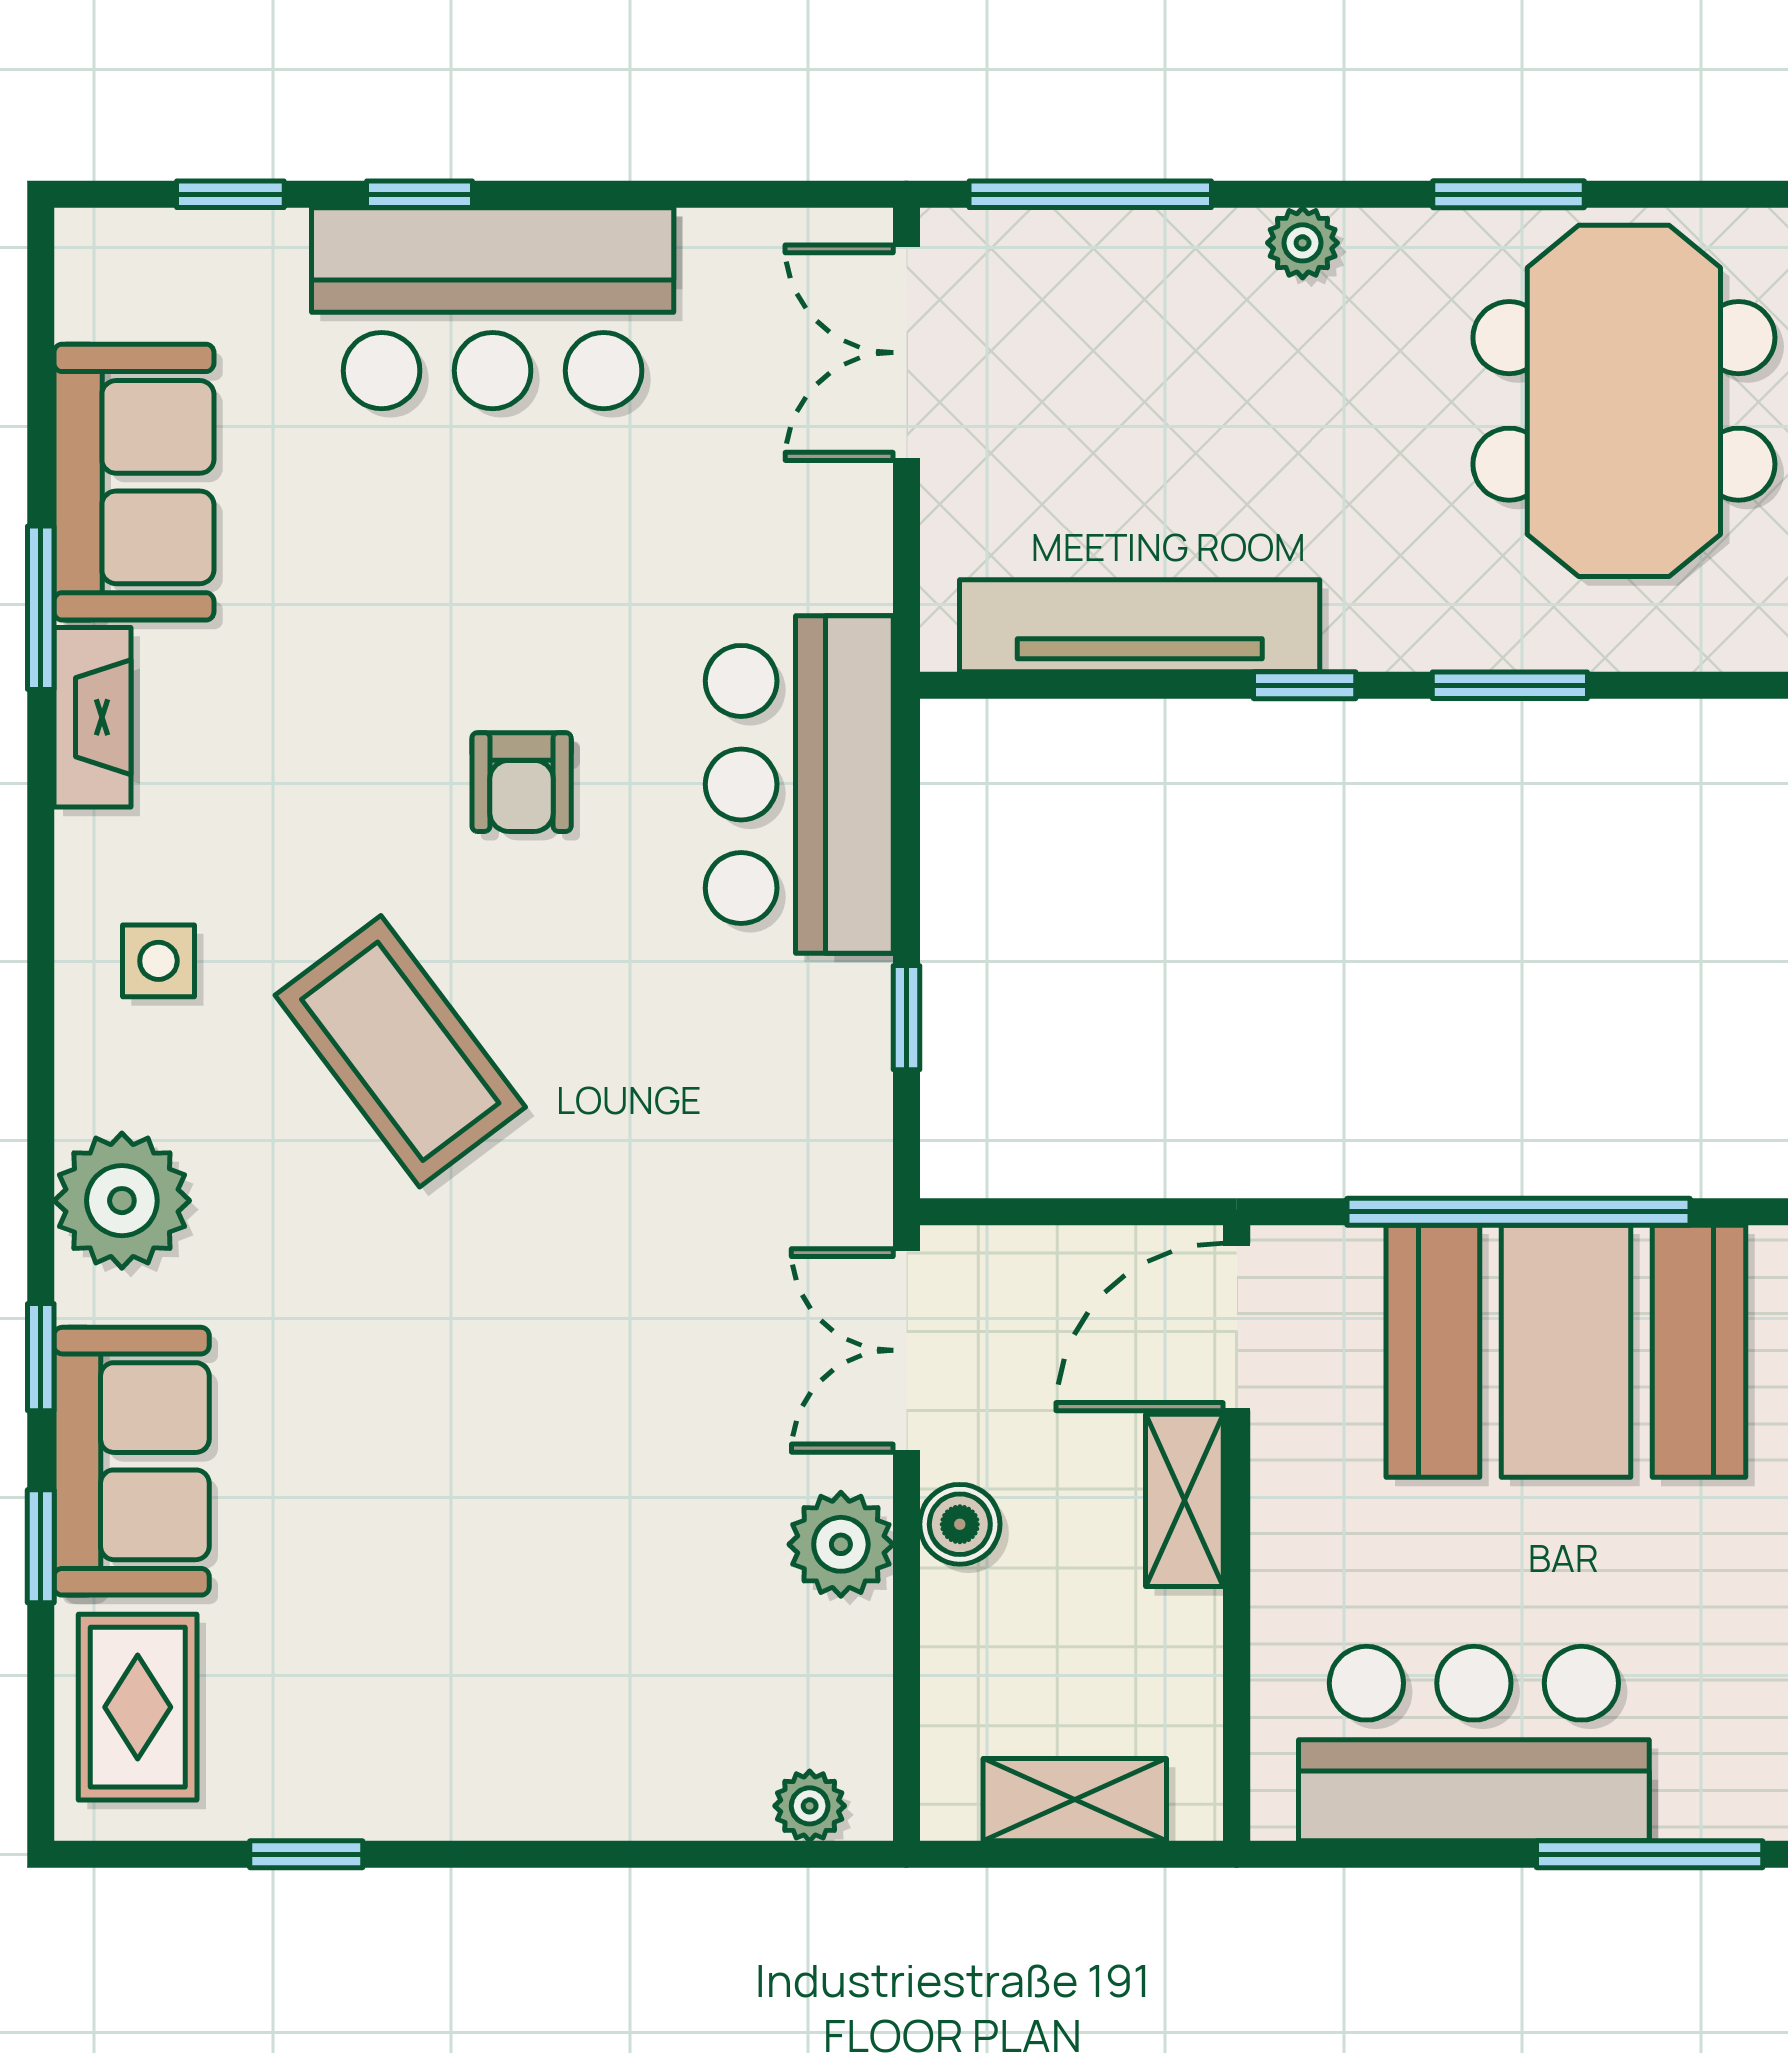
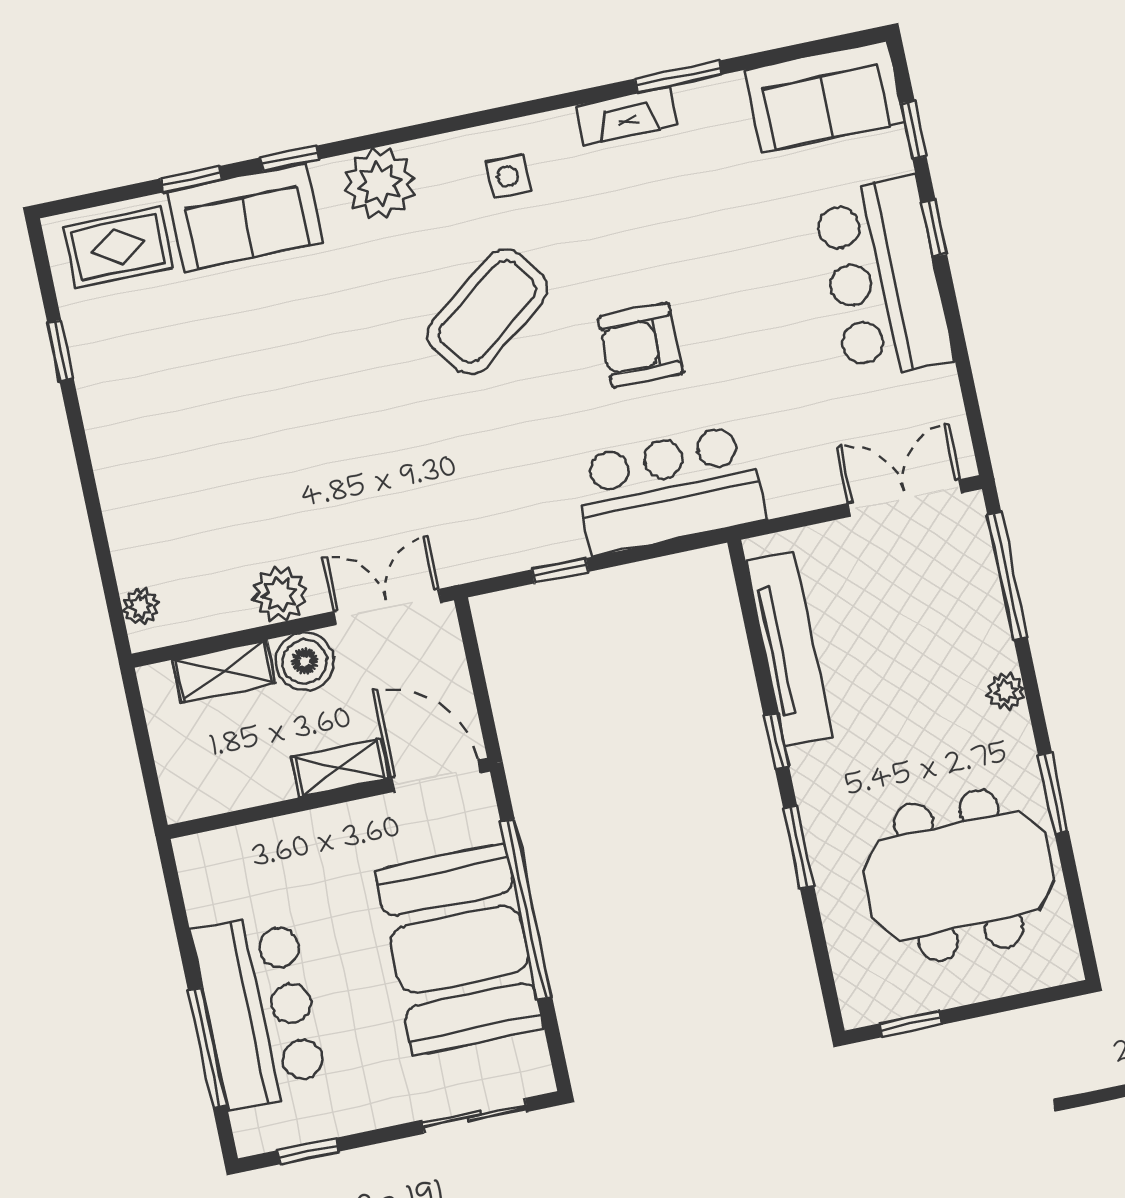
sofa: (134, 482) -> (824, 96), moved
armchair: (522, 782) -> (640, 345), width x1.38, depth x1.38
boiler: (960, 1524) -> (305, 661), width x1.36, depth x1.36
bar counter: (1474, 1744) -> (259, 1010), moved
shelving: (1075, 1800) -> (224, 671), moved, turned 90

